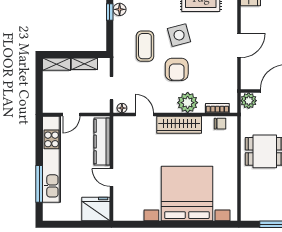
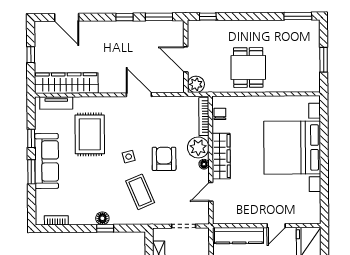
side table: (179, 35) -> (129, 157), width x0.54, depth x0.54
coffee table: (145, 46) -> (140, 192), turned 67
armchair: (177, 69) -> (164, 159), turned -90
floor lamp: (122, 108) -> (204, 164), moved
bookcase: (217, 108) -> (204, 117), width x1.56

